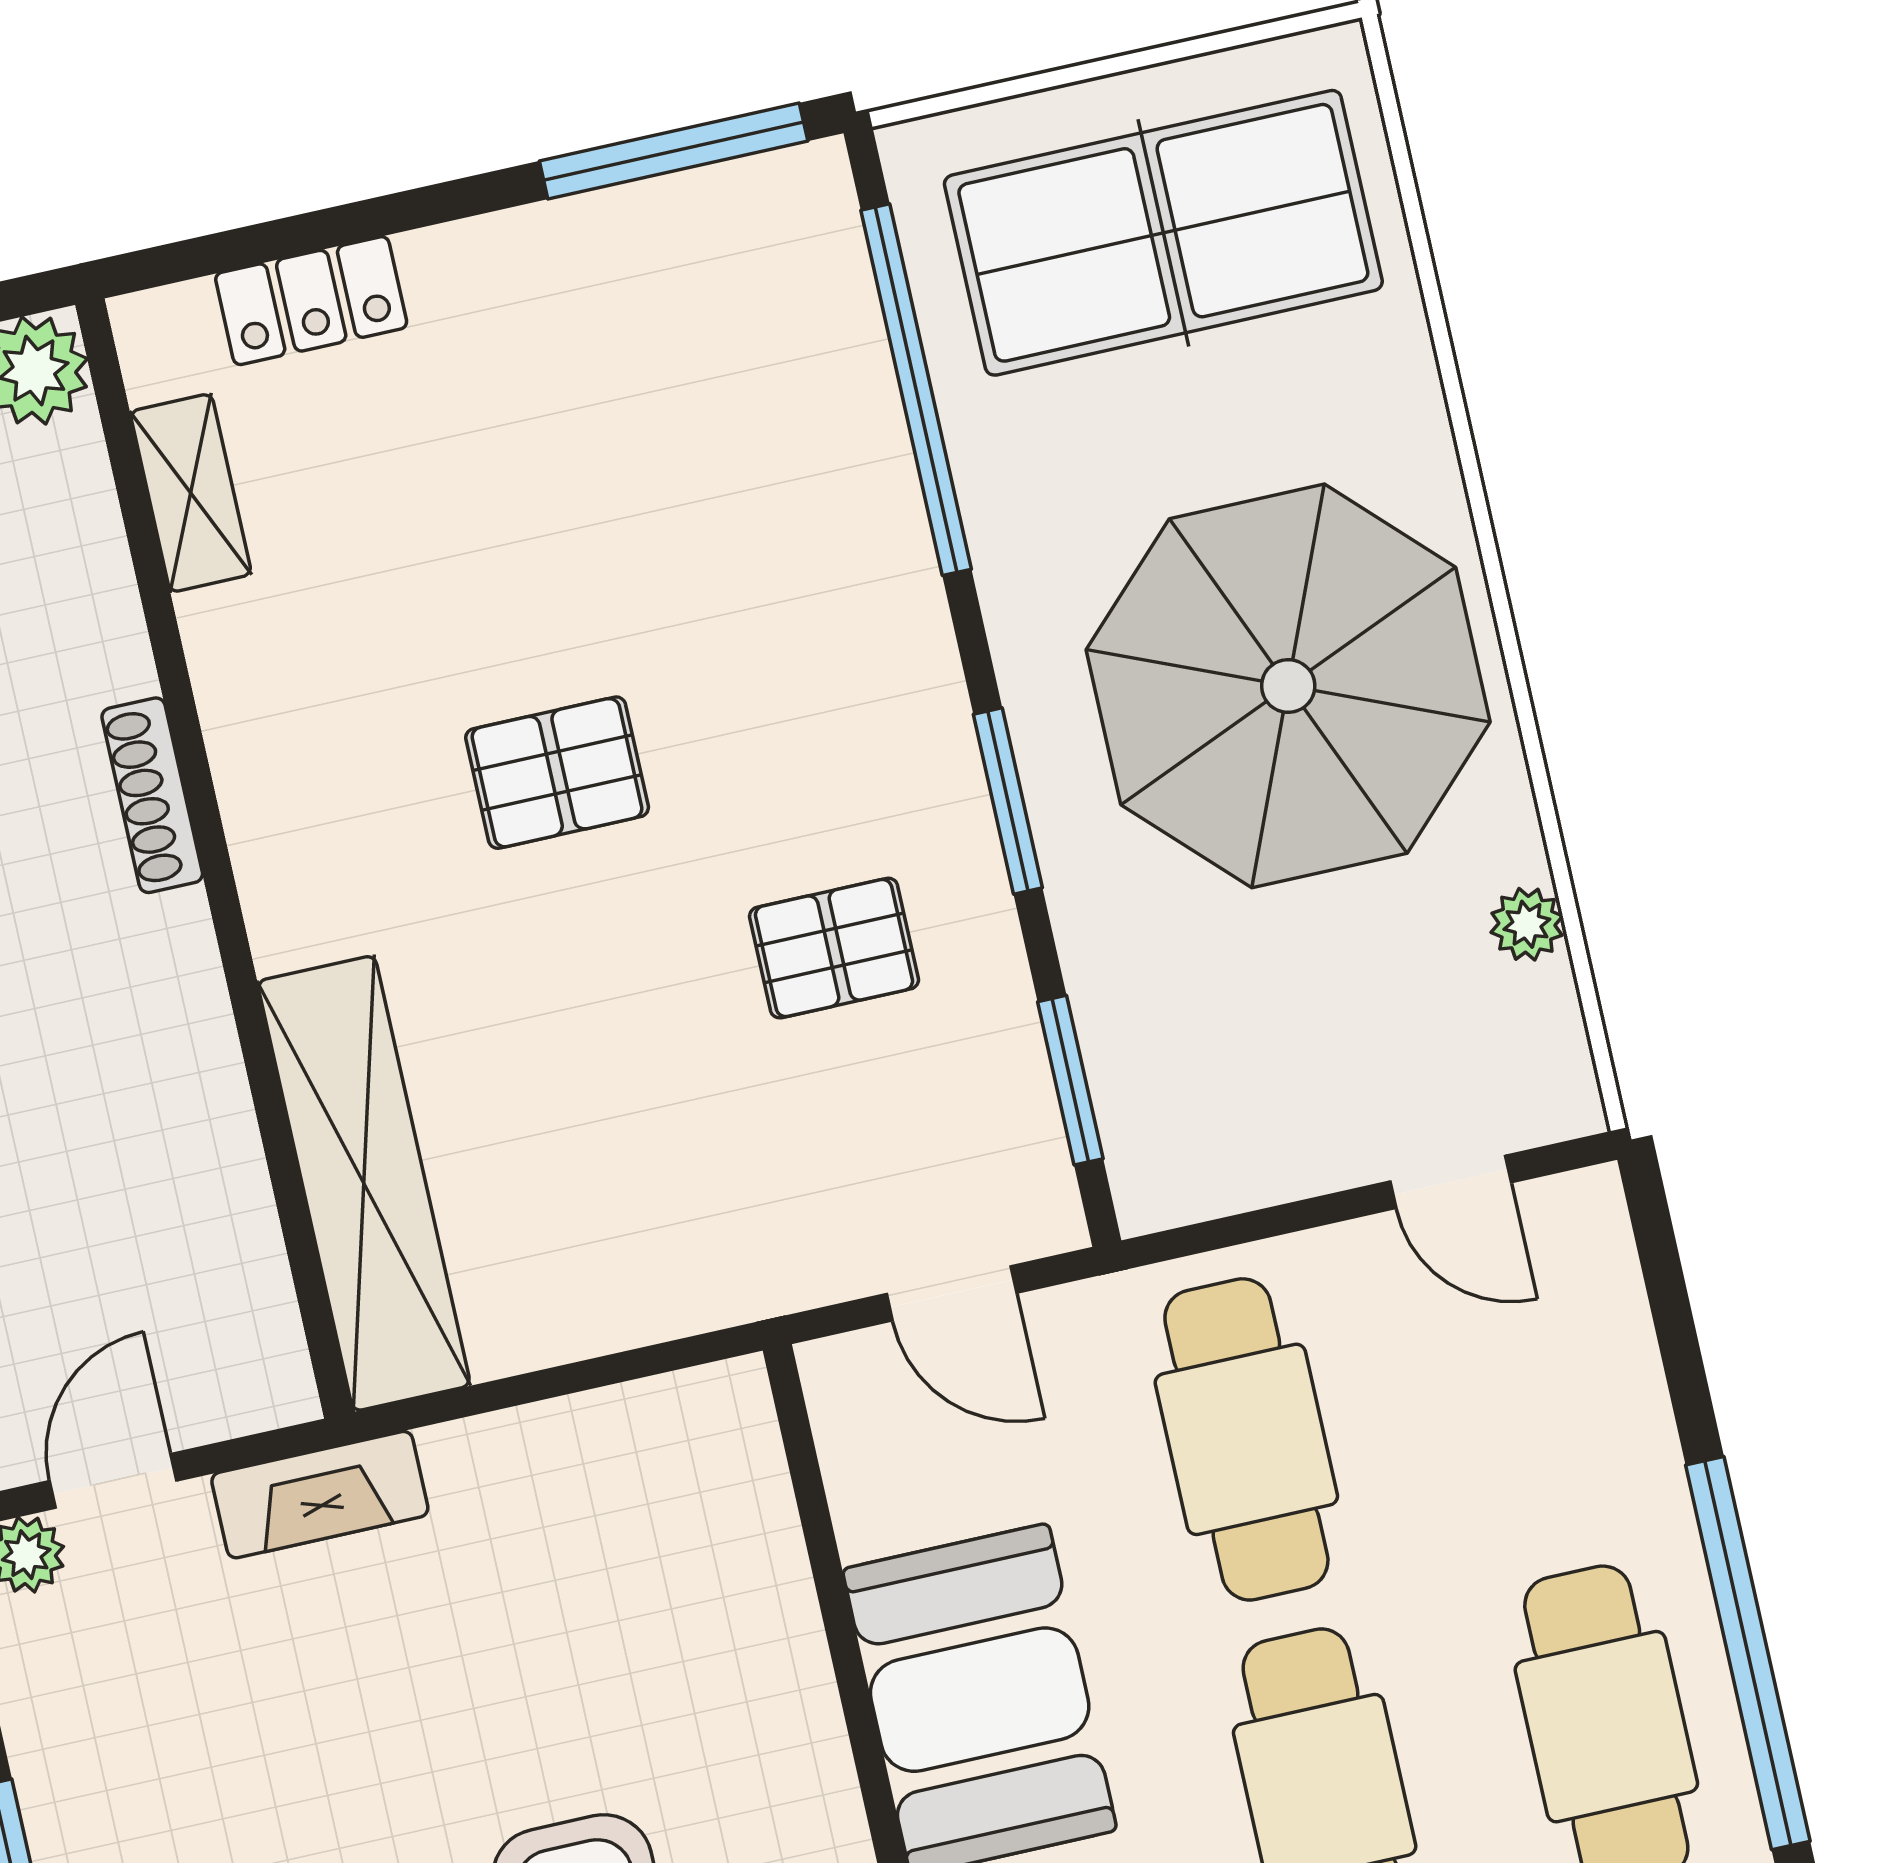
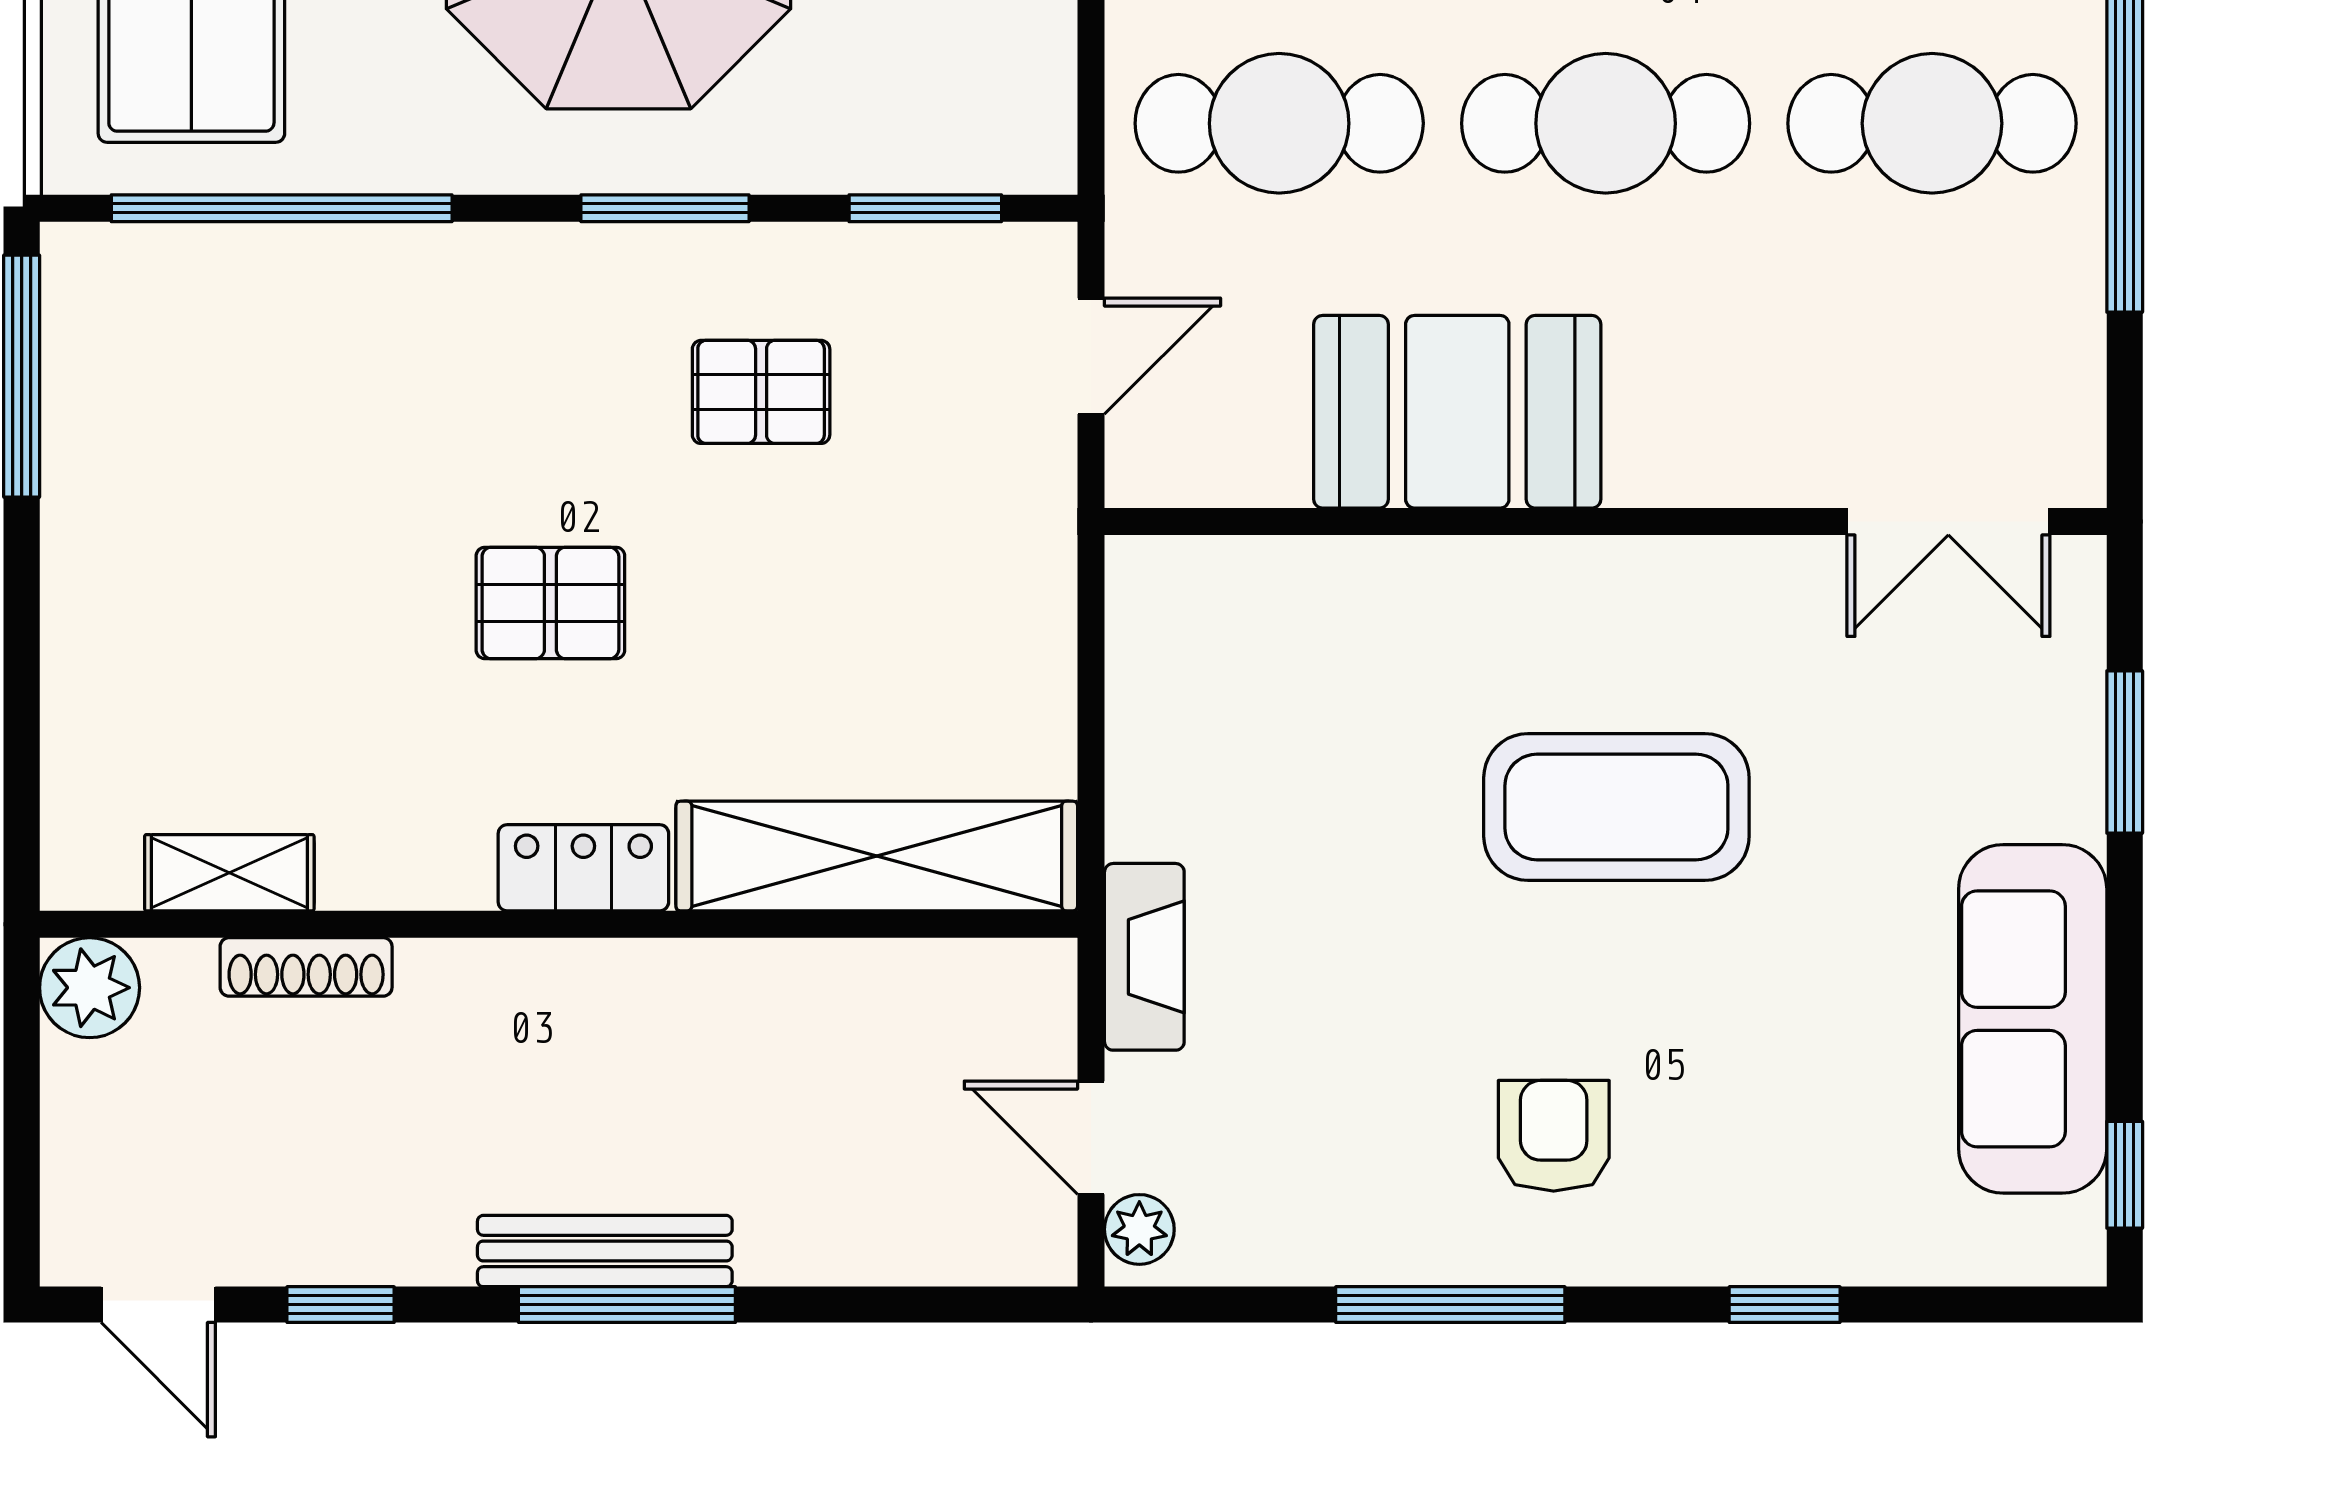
locker: (311, 301) -> (583, 868), moved, turned -90
pallet: (557, 773) -> (550, 603), turned 90
shoe rack: (152, 795) -> (306, 967), moved
pallet: (834, 948) -> (761, 392), turned 90

